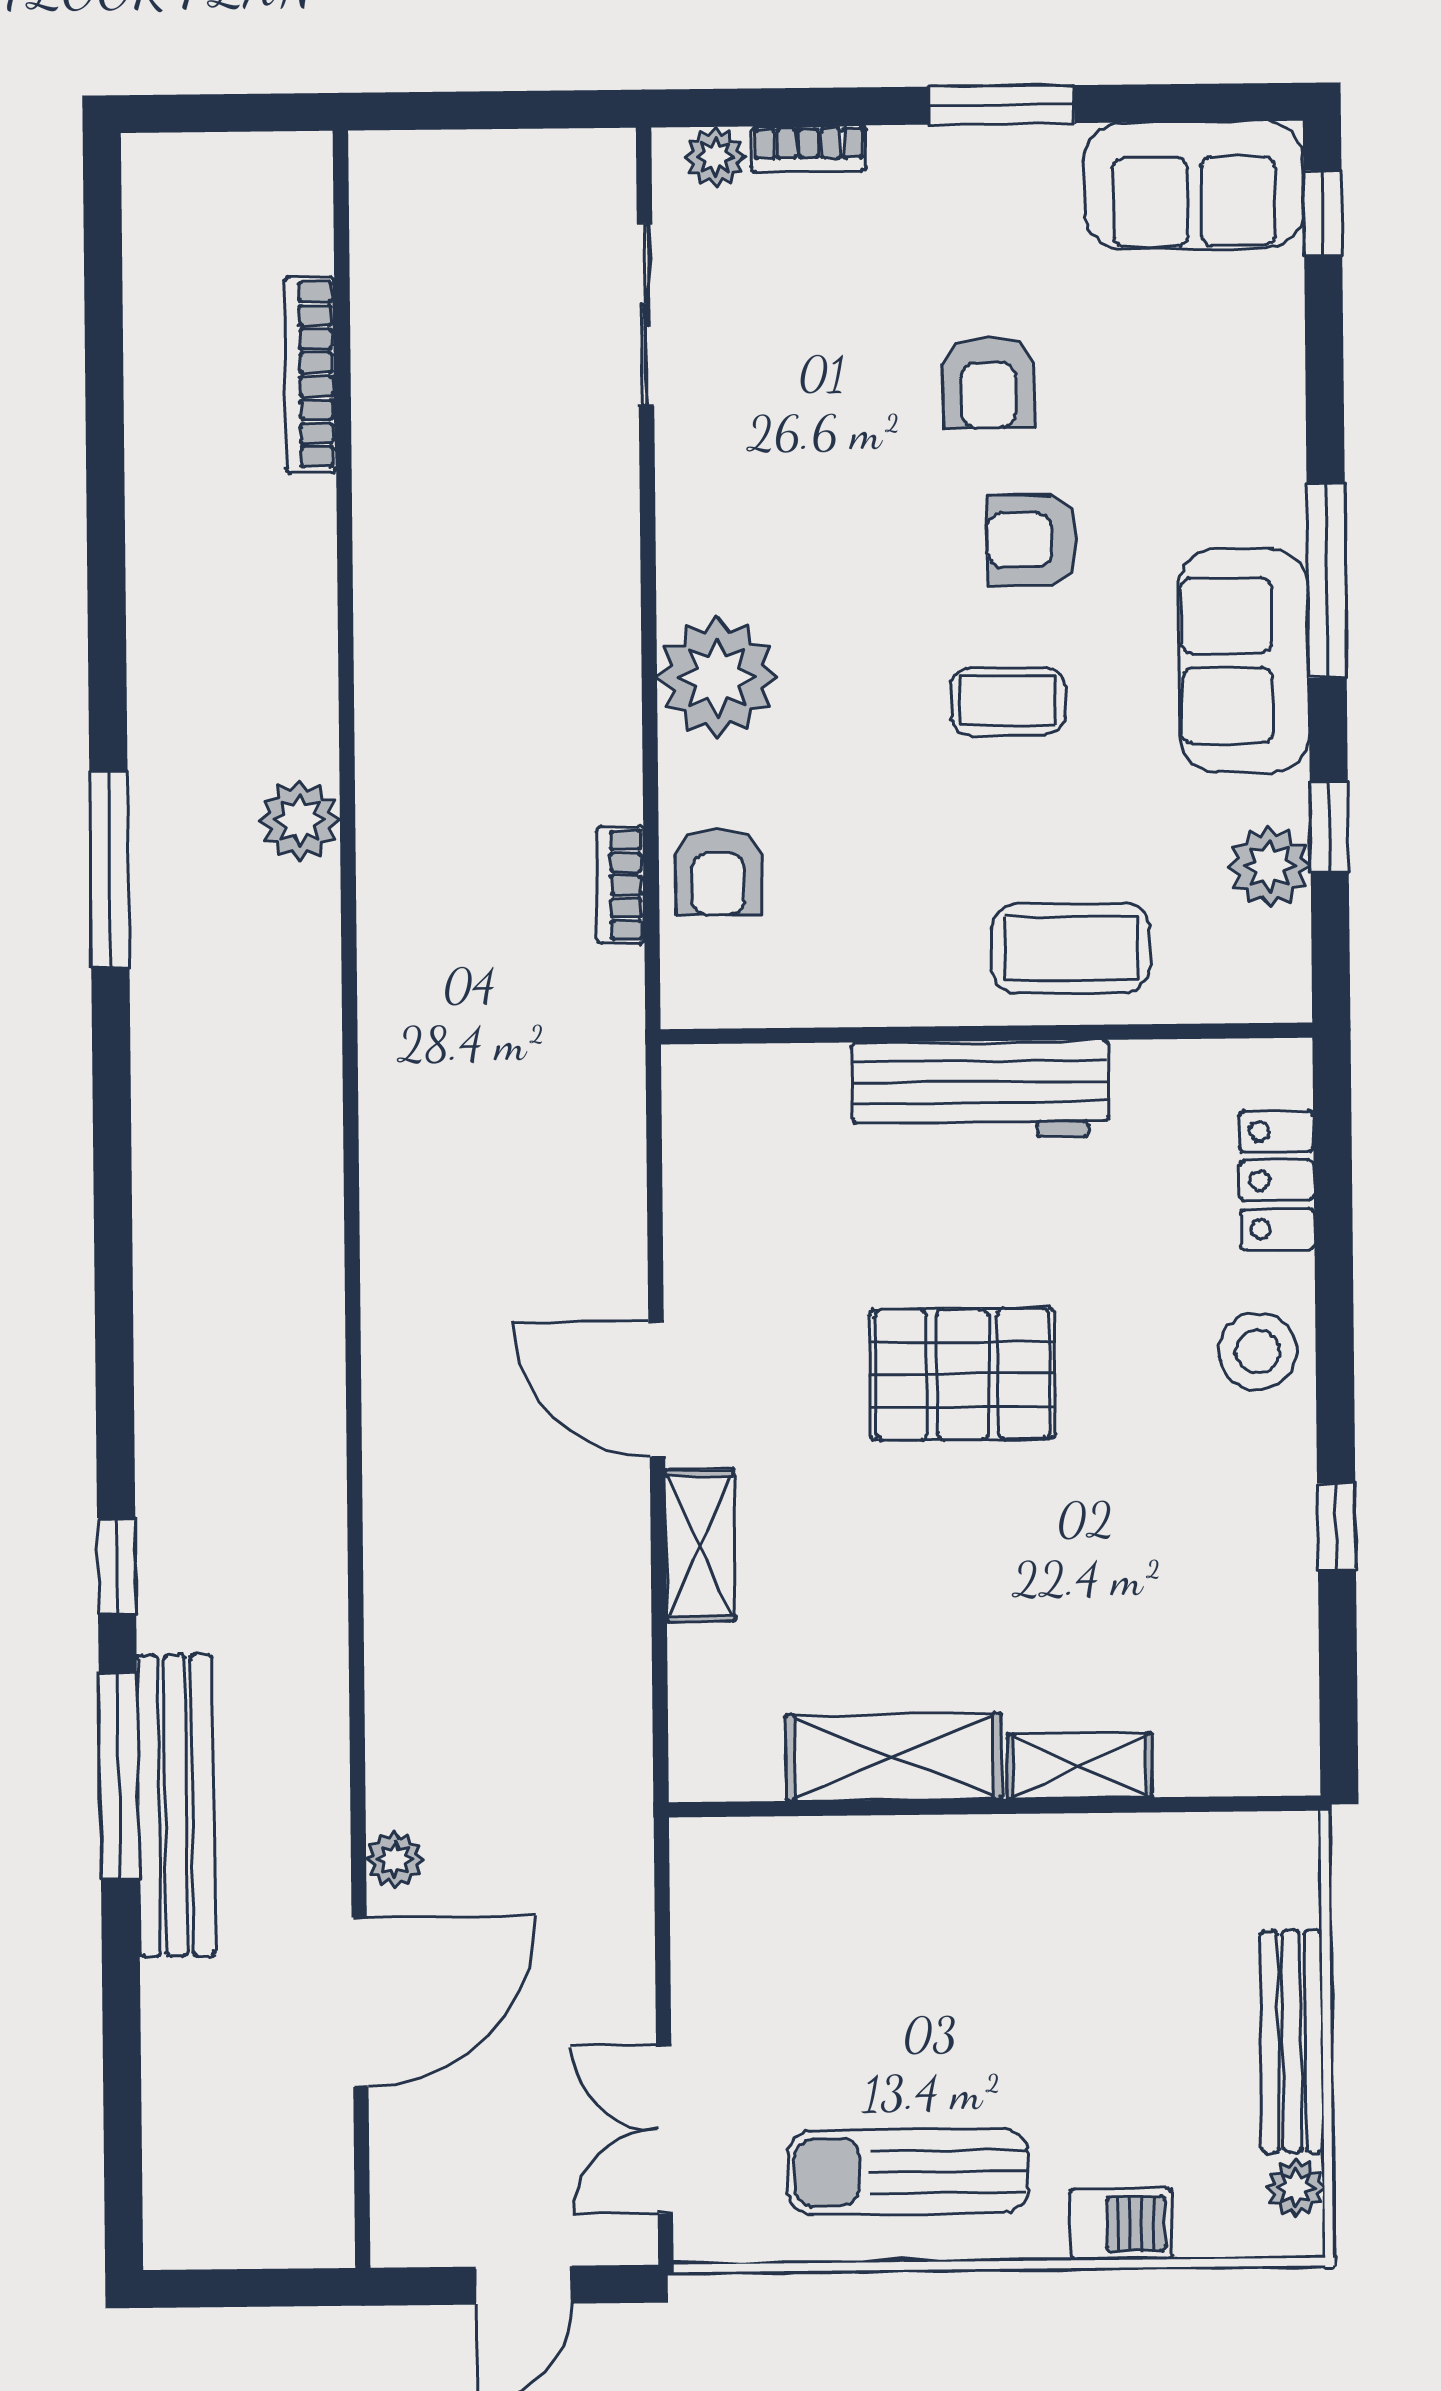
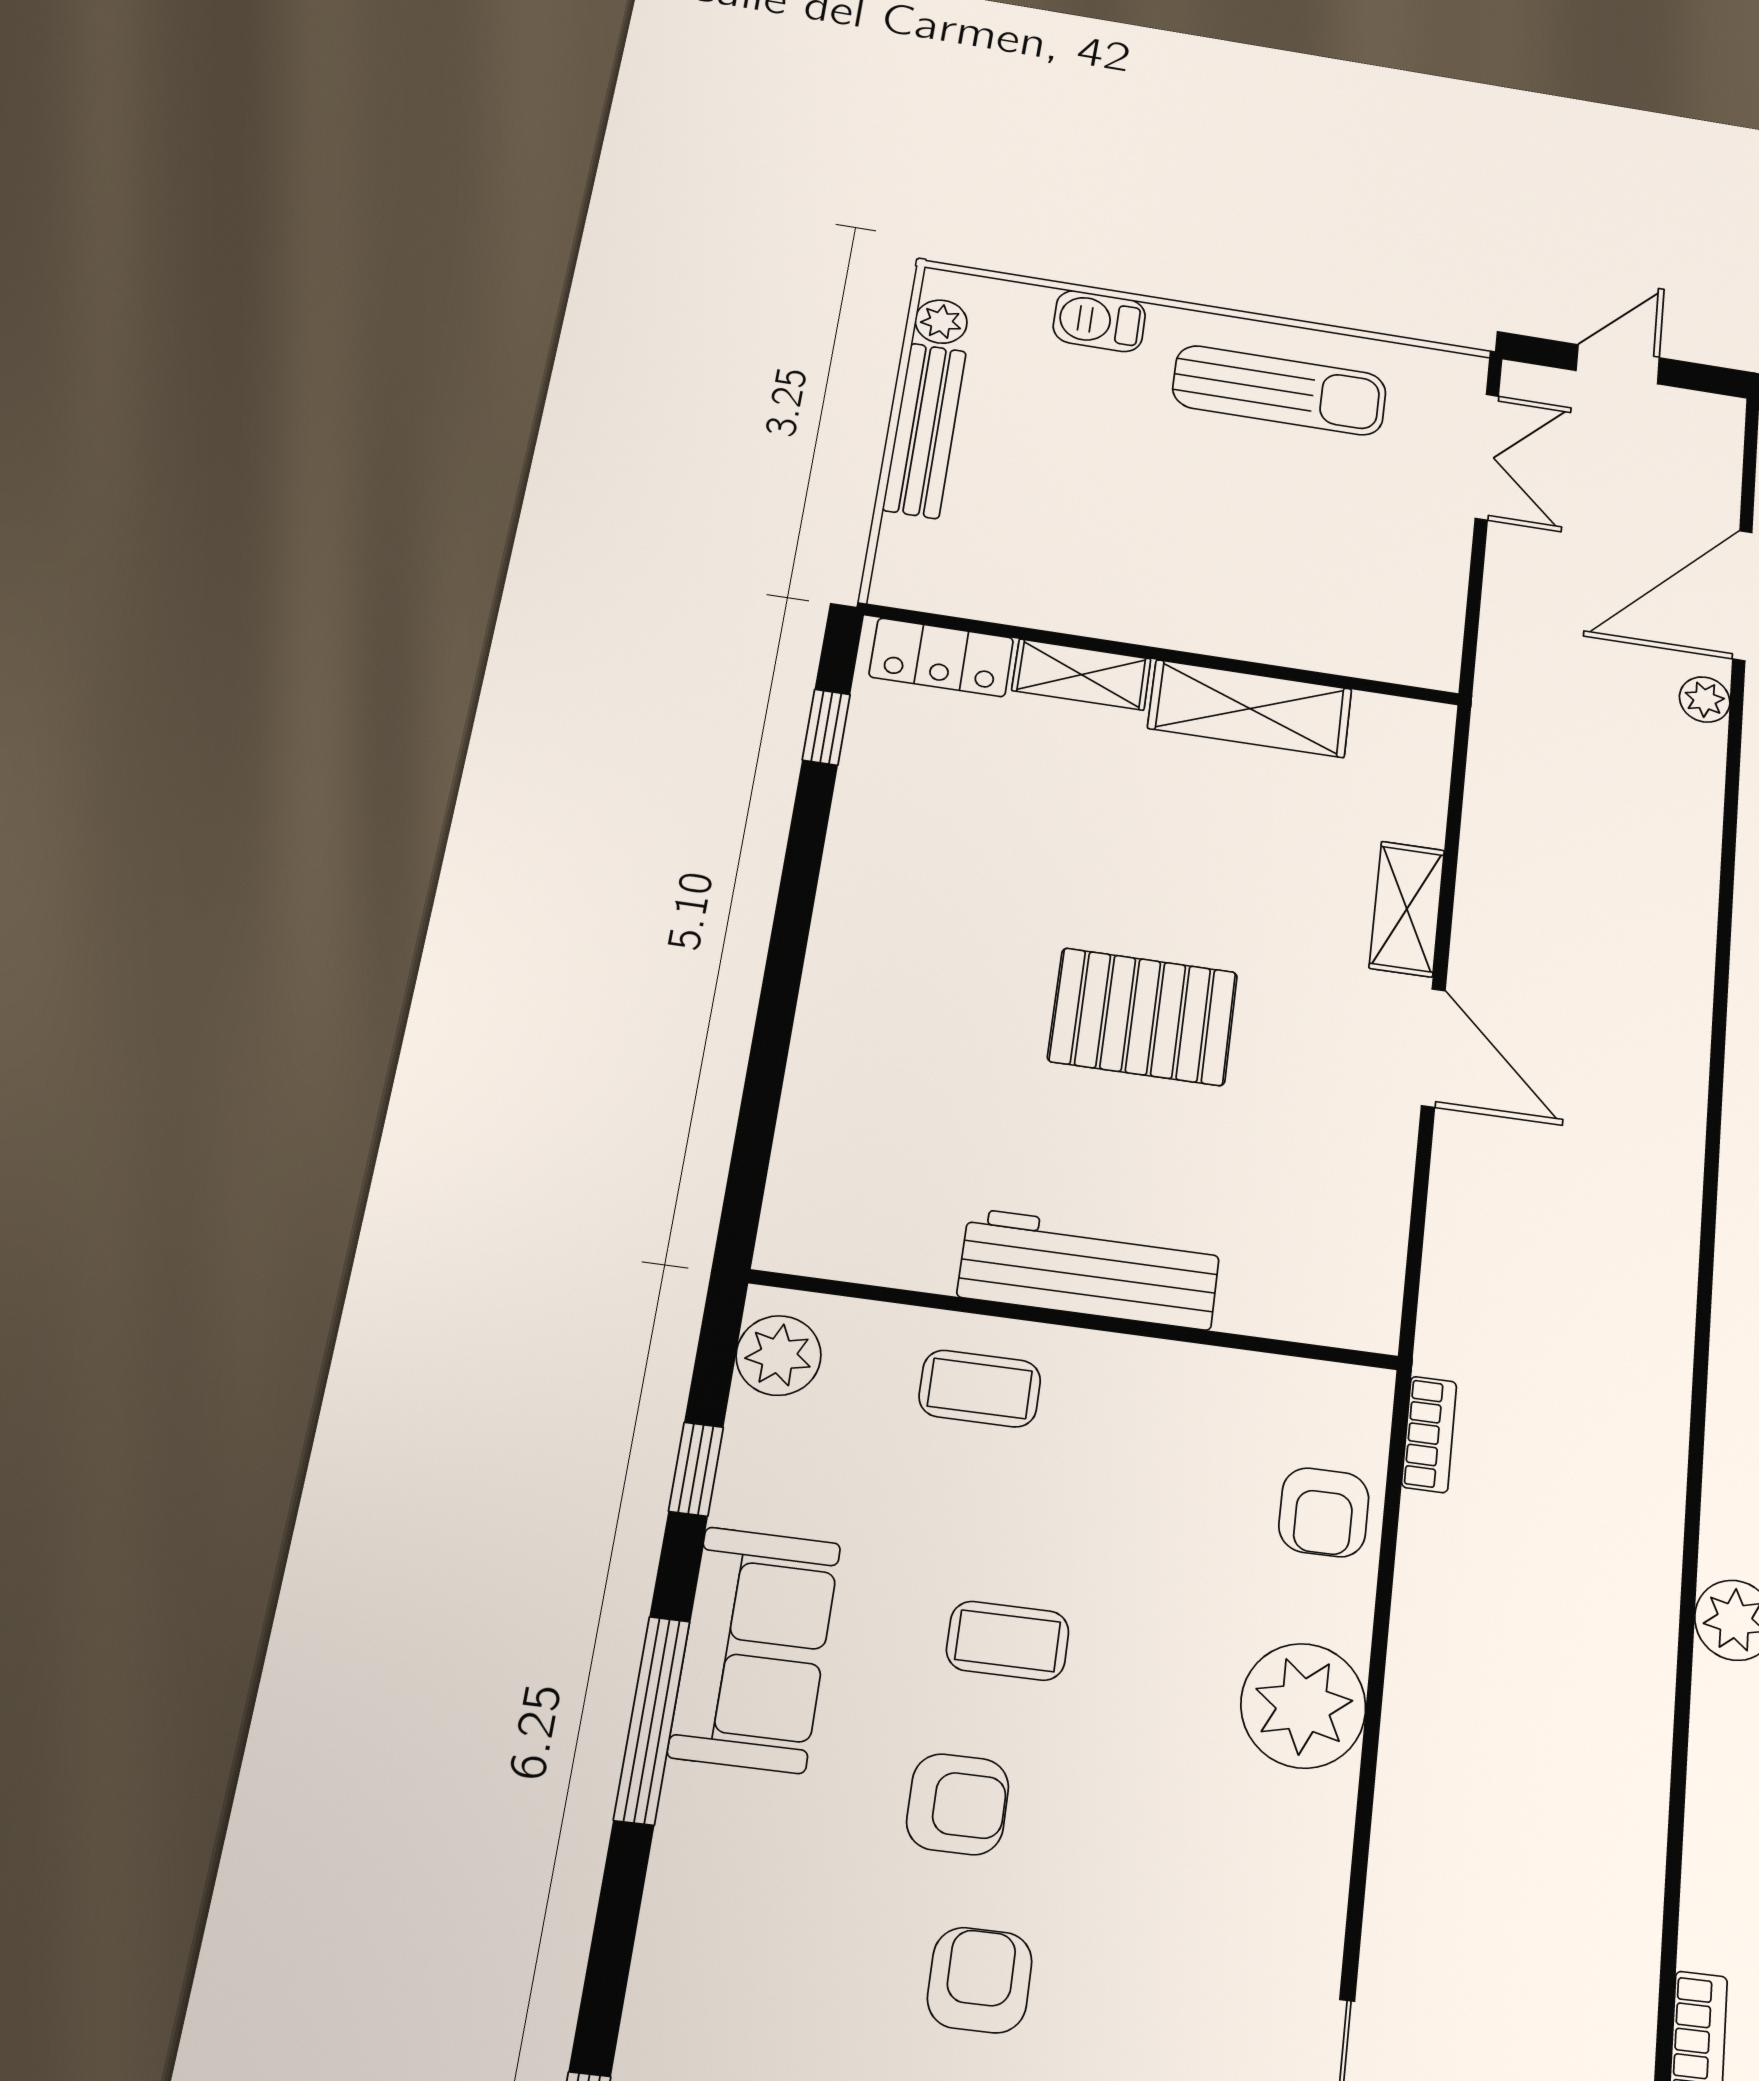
plant: (1270, 866) -> (779, 1355), moved
armchair: (718, 872) -> (1324, 1512), turned 180
bookcase: (621, 885) -> (1429, 1434), moved
coffee table: (1071, 948) -> (980, 1389), width x0.73, depth x0.77
locker: (1277, 1180) -> (941, 657), moved, turned 90
stool: (1258, 1351) -> (856, 993), removed
window: (1337, 1527) -> (826, 727), moved

